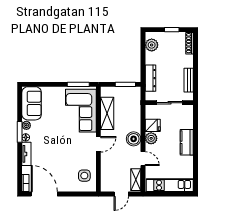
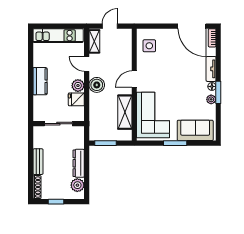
dresser: (150, 78) -> (79, 163), moved
bench: (189, 80) -> (38, 162), moved
window: (78, 84) -> (175, 143), moved
sofa: (32, 103) -> (195, 130), moved, turned 90

